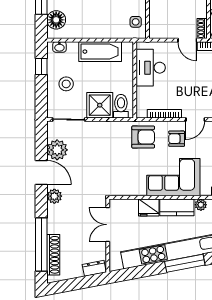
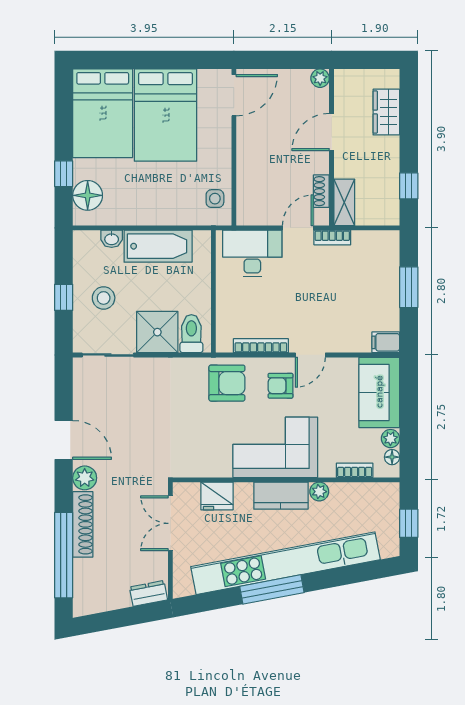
shoe rack: (202, 29) -> (321, 191), moved
door: (187, 40) -> (298, 228), swing flipped
washbasin: (59, 47) -> (112, 239), moved
window: (41, 66) -> (64, 297), moved
desk: (151, 68) -> (252, 253), moved, turned 90
plant: (57, 150) -> (89, 404), removed
fridge: (149, 207) -> (217, 496), moved
shoe rack: (53, 255) -> (83, 524), moved
window: (185, 263) -> (272, 589), moved

